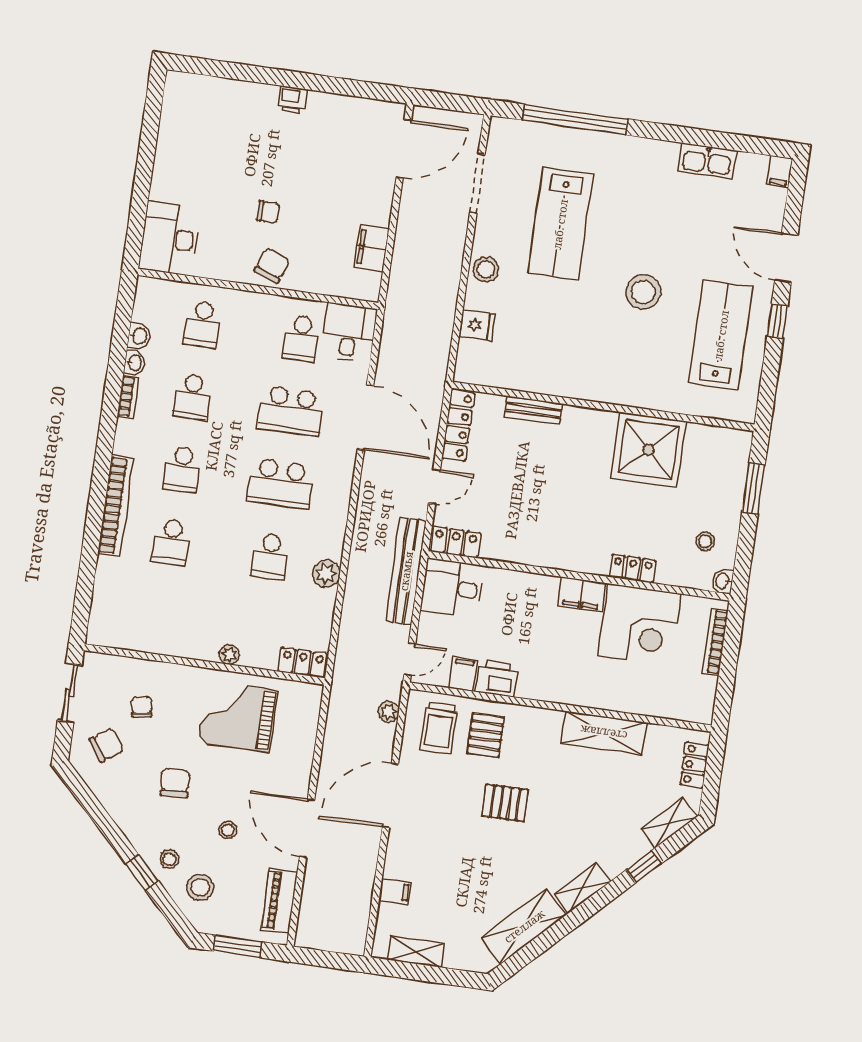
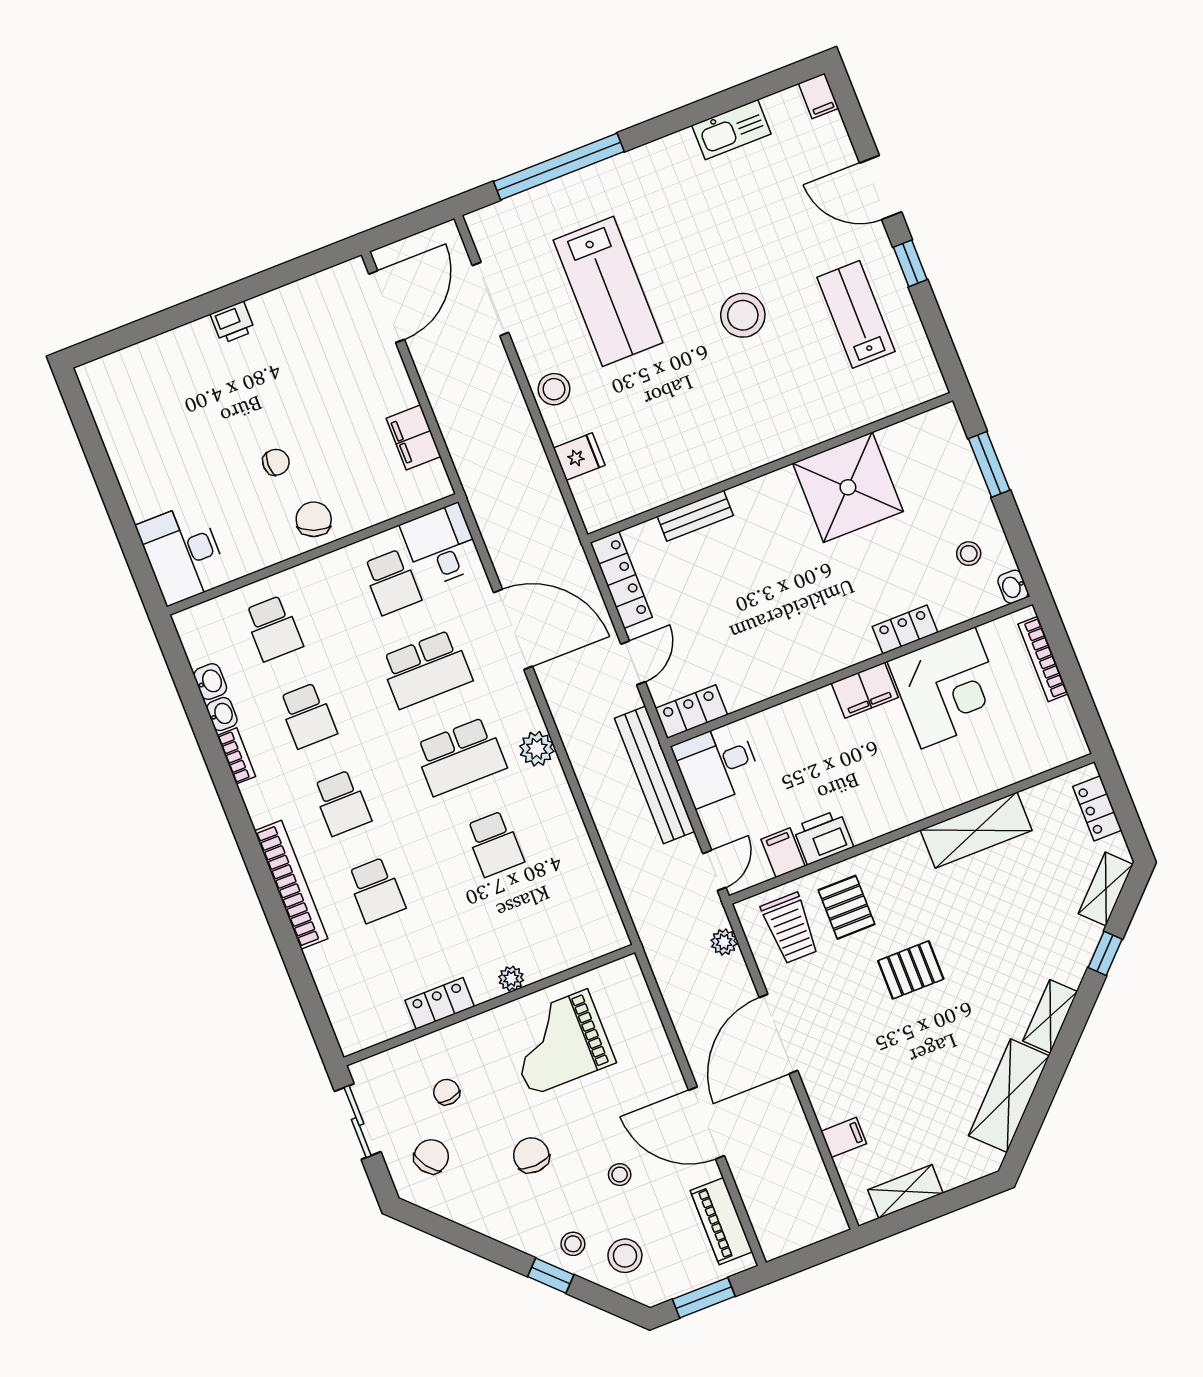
lab bench: (721, 335) -> (856, 314), width x0.73, depth x0.72
plant: (326, 574) -> (537, 749), moved
locker: (303, 663) -> (440, 1003), moved

